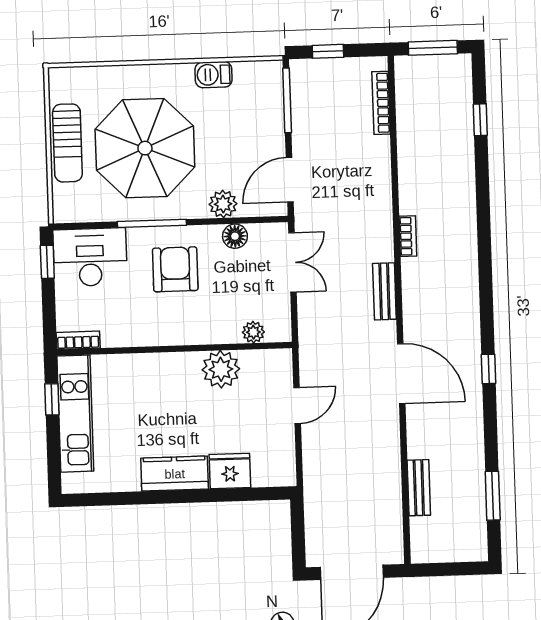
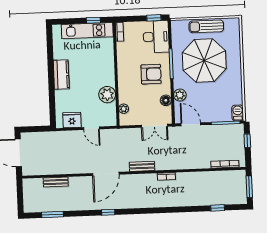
barbecue: (214, 75) -> (238, 113), moved
fridge: (230, 471) -> (72, 120), moved, turned -90

